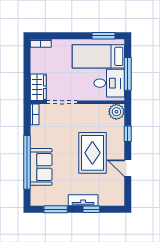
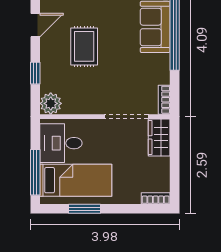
window: (103, 36) -> (85, 209), moved
window: (128, 74) -> (35, 172), moved
rug: (92, 153) -> (84, 46), width x0.73, depth x0.70
door: (128, 168) -> (35, 25), hinge flipped

